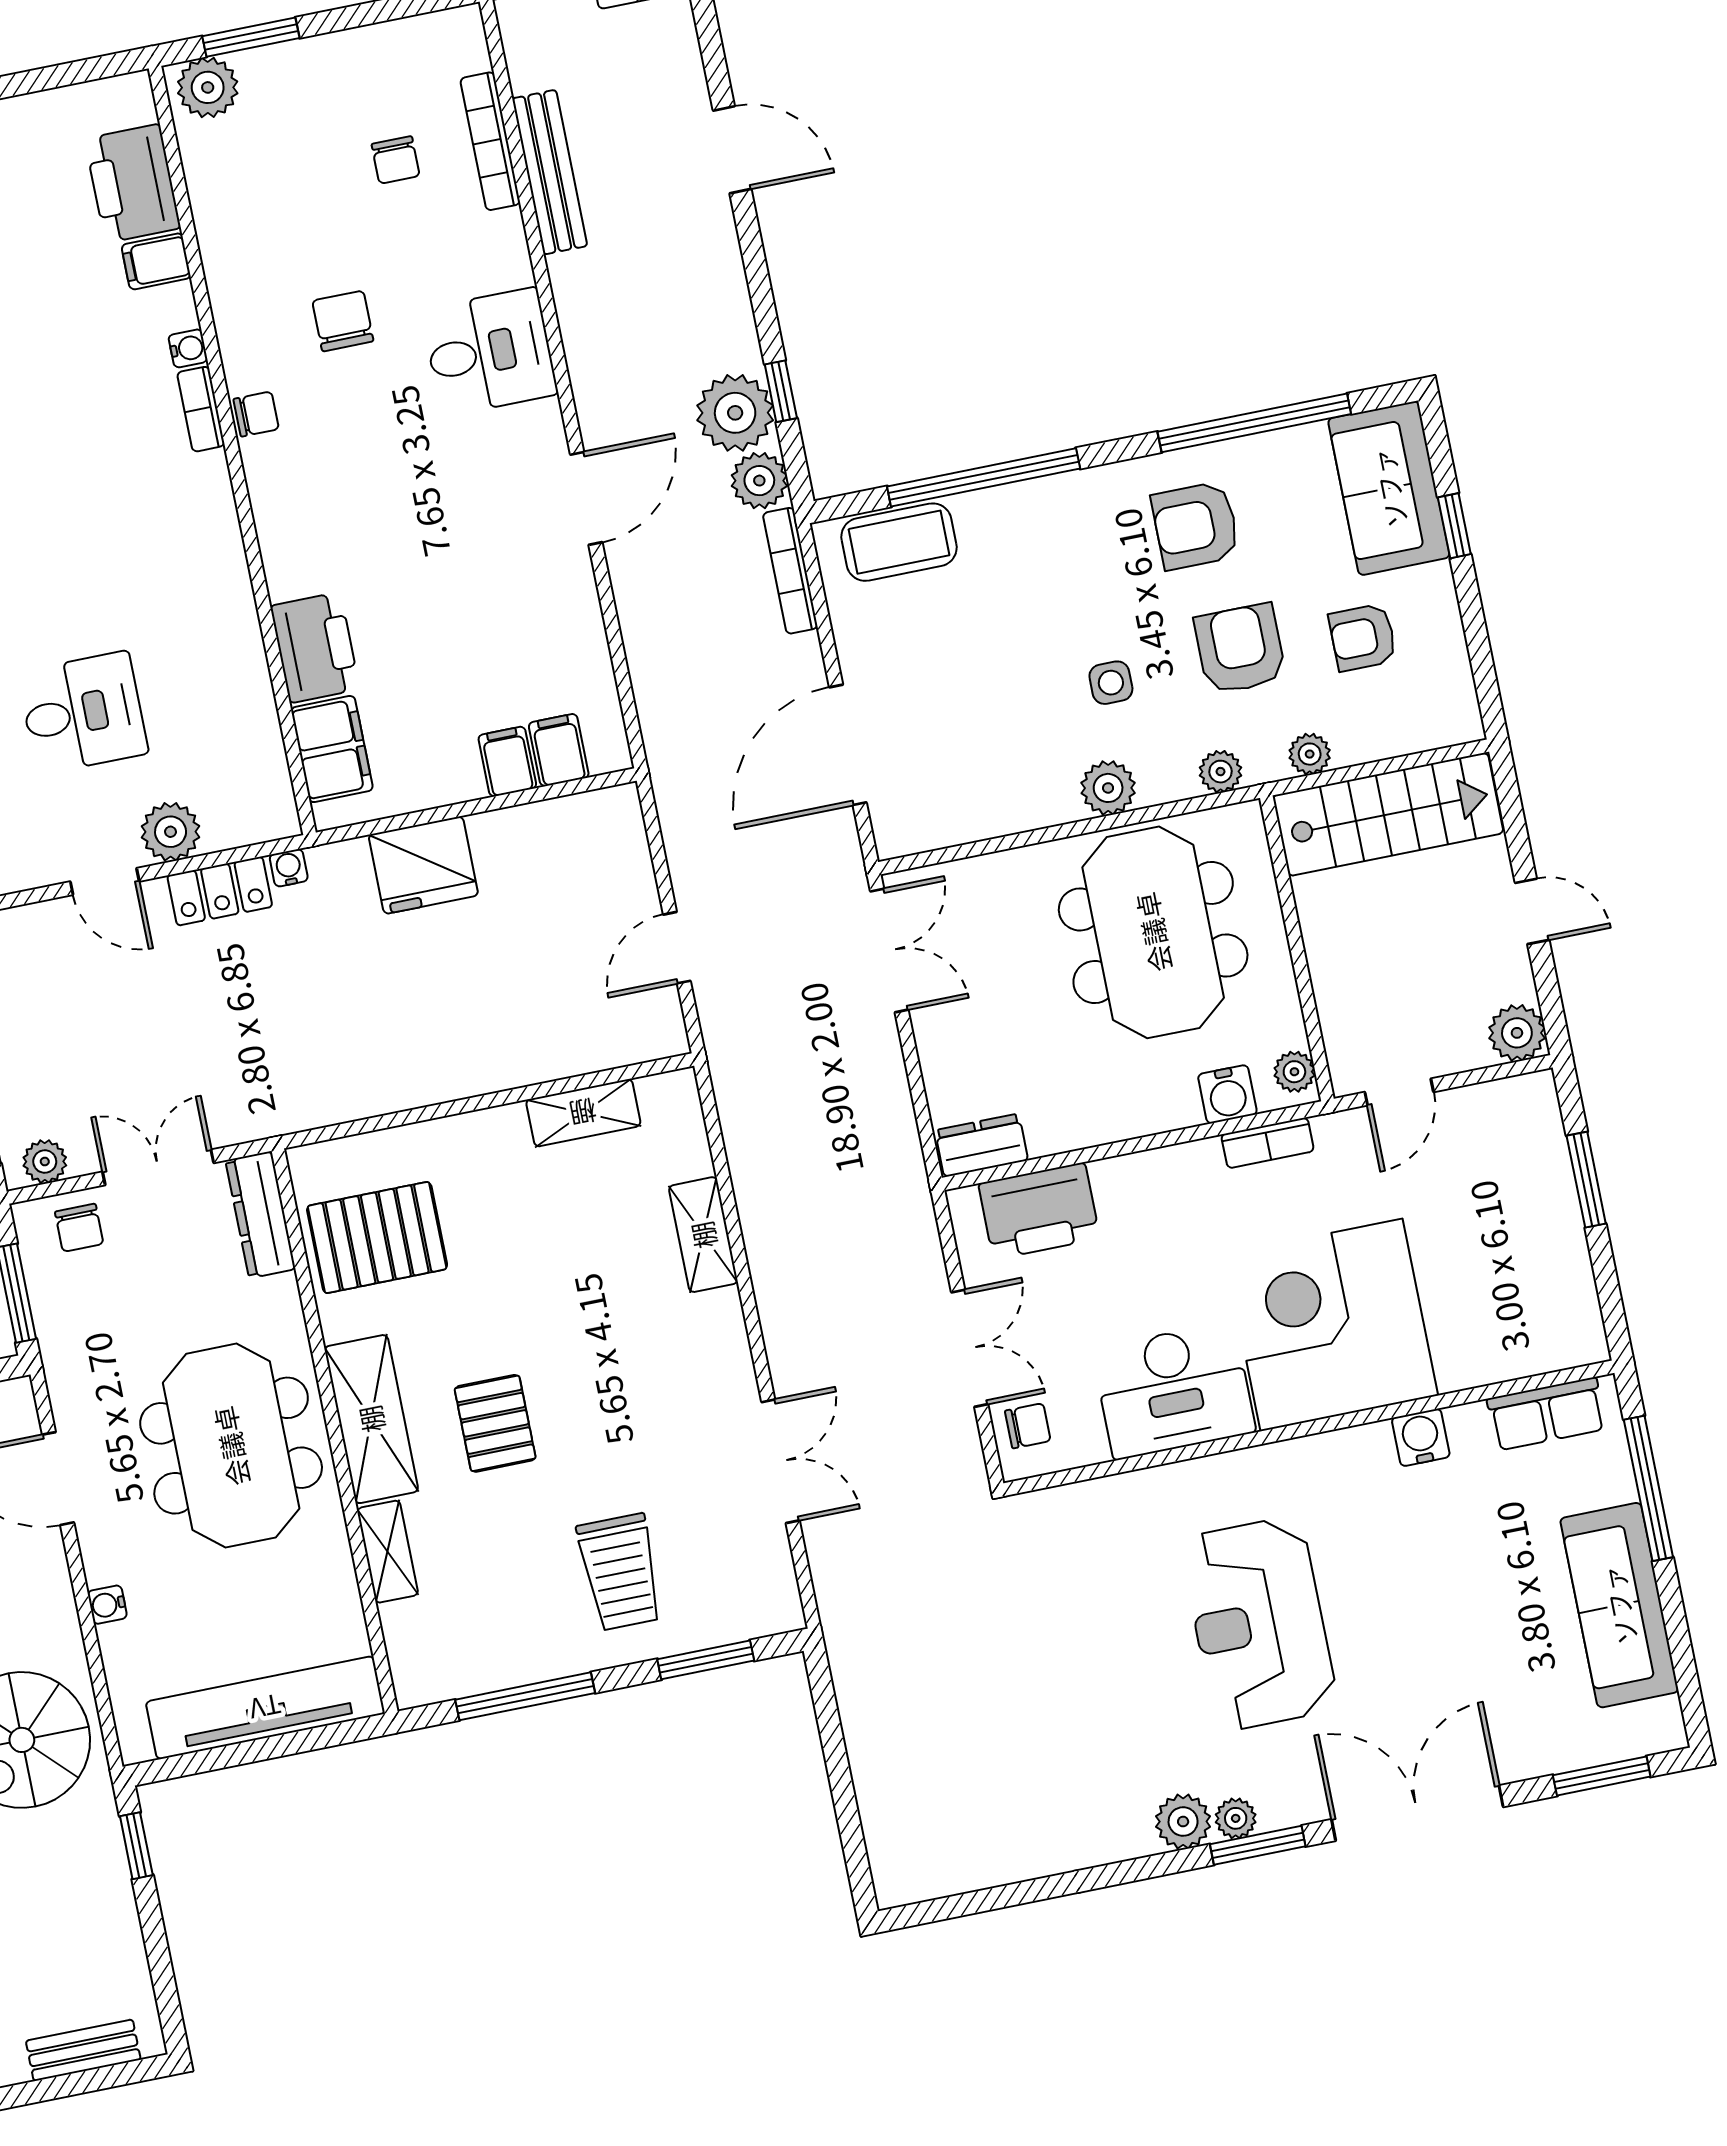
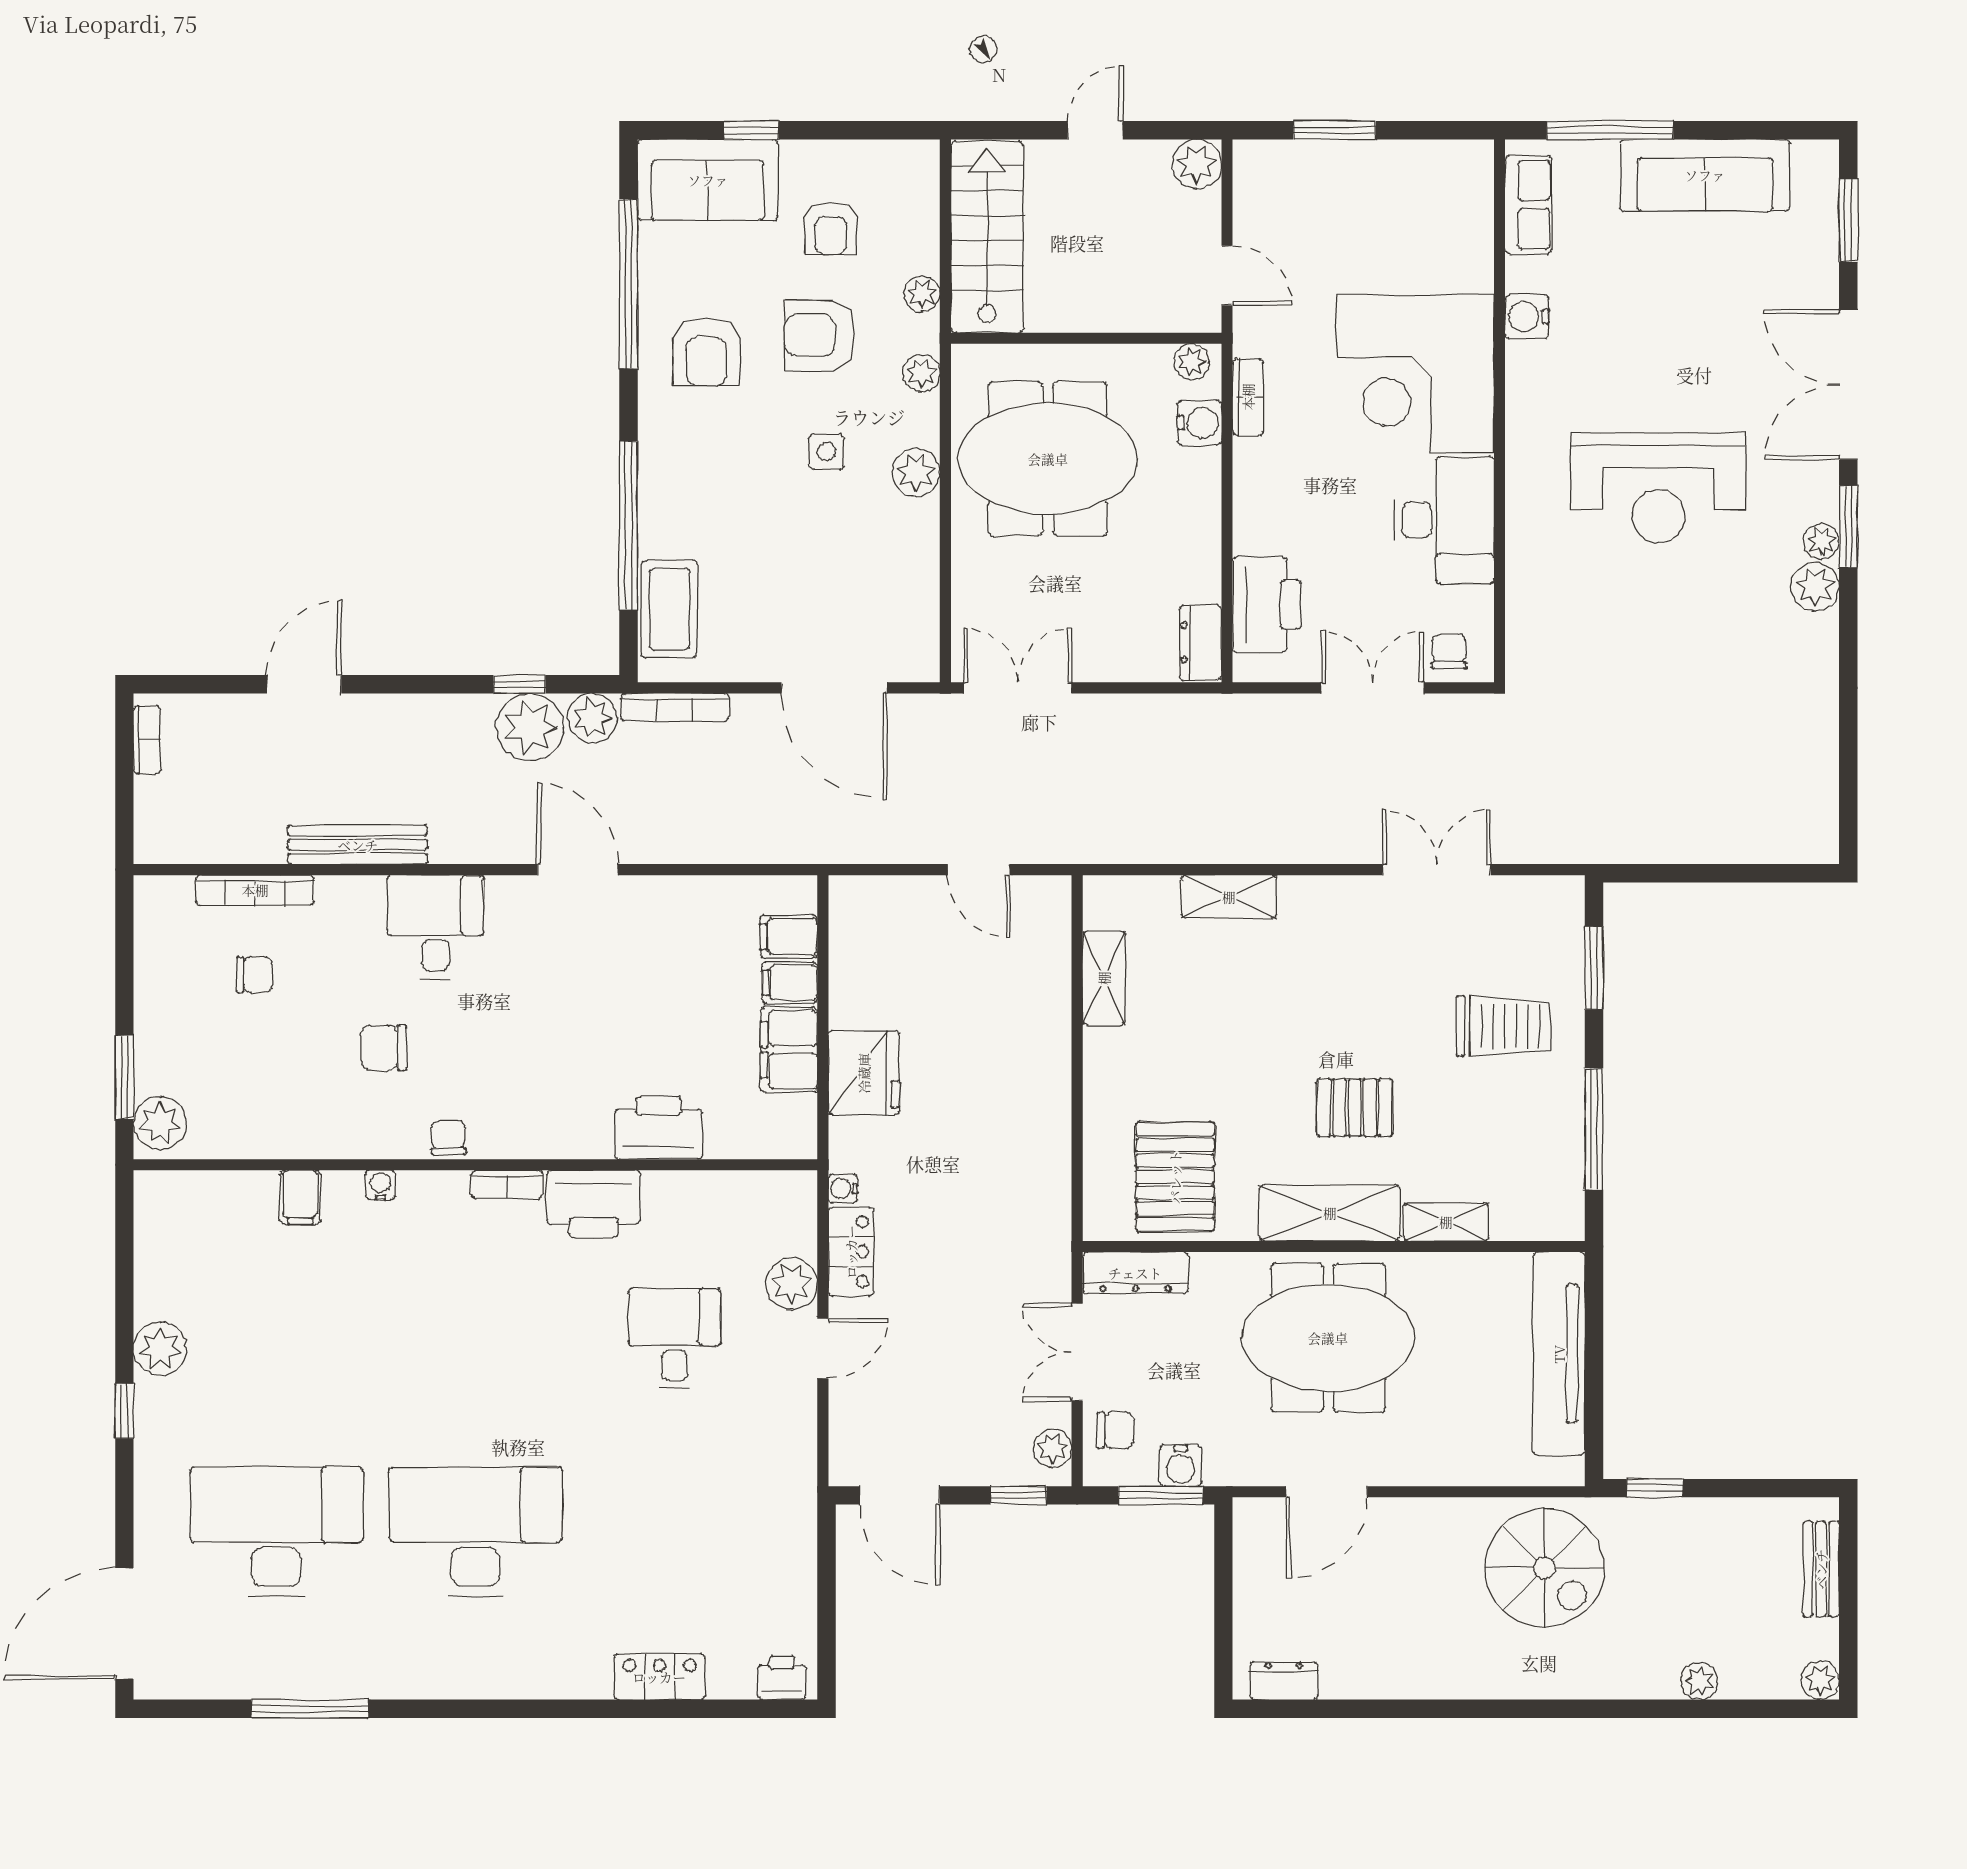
bench: (550, 172) -> (358, 845), moved
printer: (133, 183) -> (593, 1204), moved
bookcase: (201, 409) -> (507, 1184), moved
filing cabinet: (332, 749) -> (789, 1050), moved, turned -90
water cooler: (107, 1605) -> (1180, 1466), moved, width x1.38, depth x1.38

